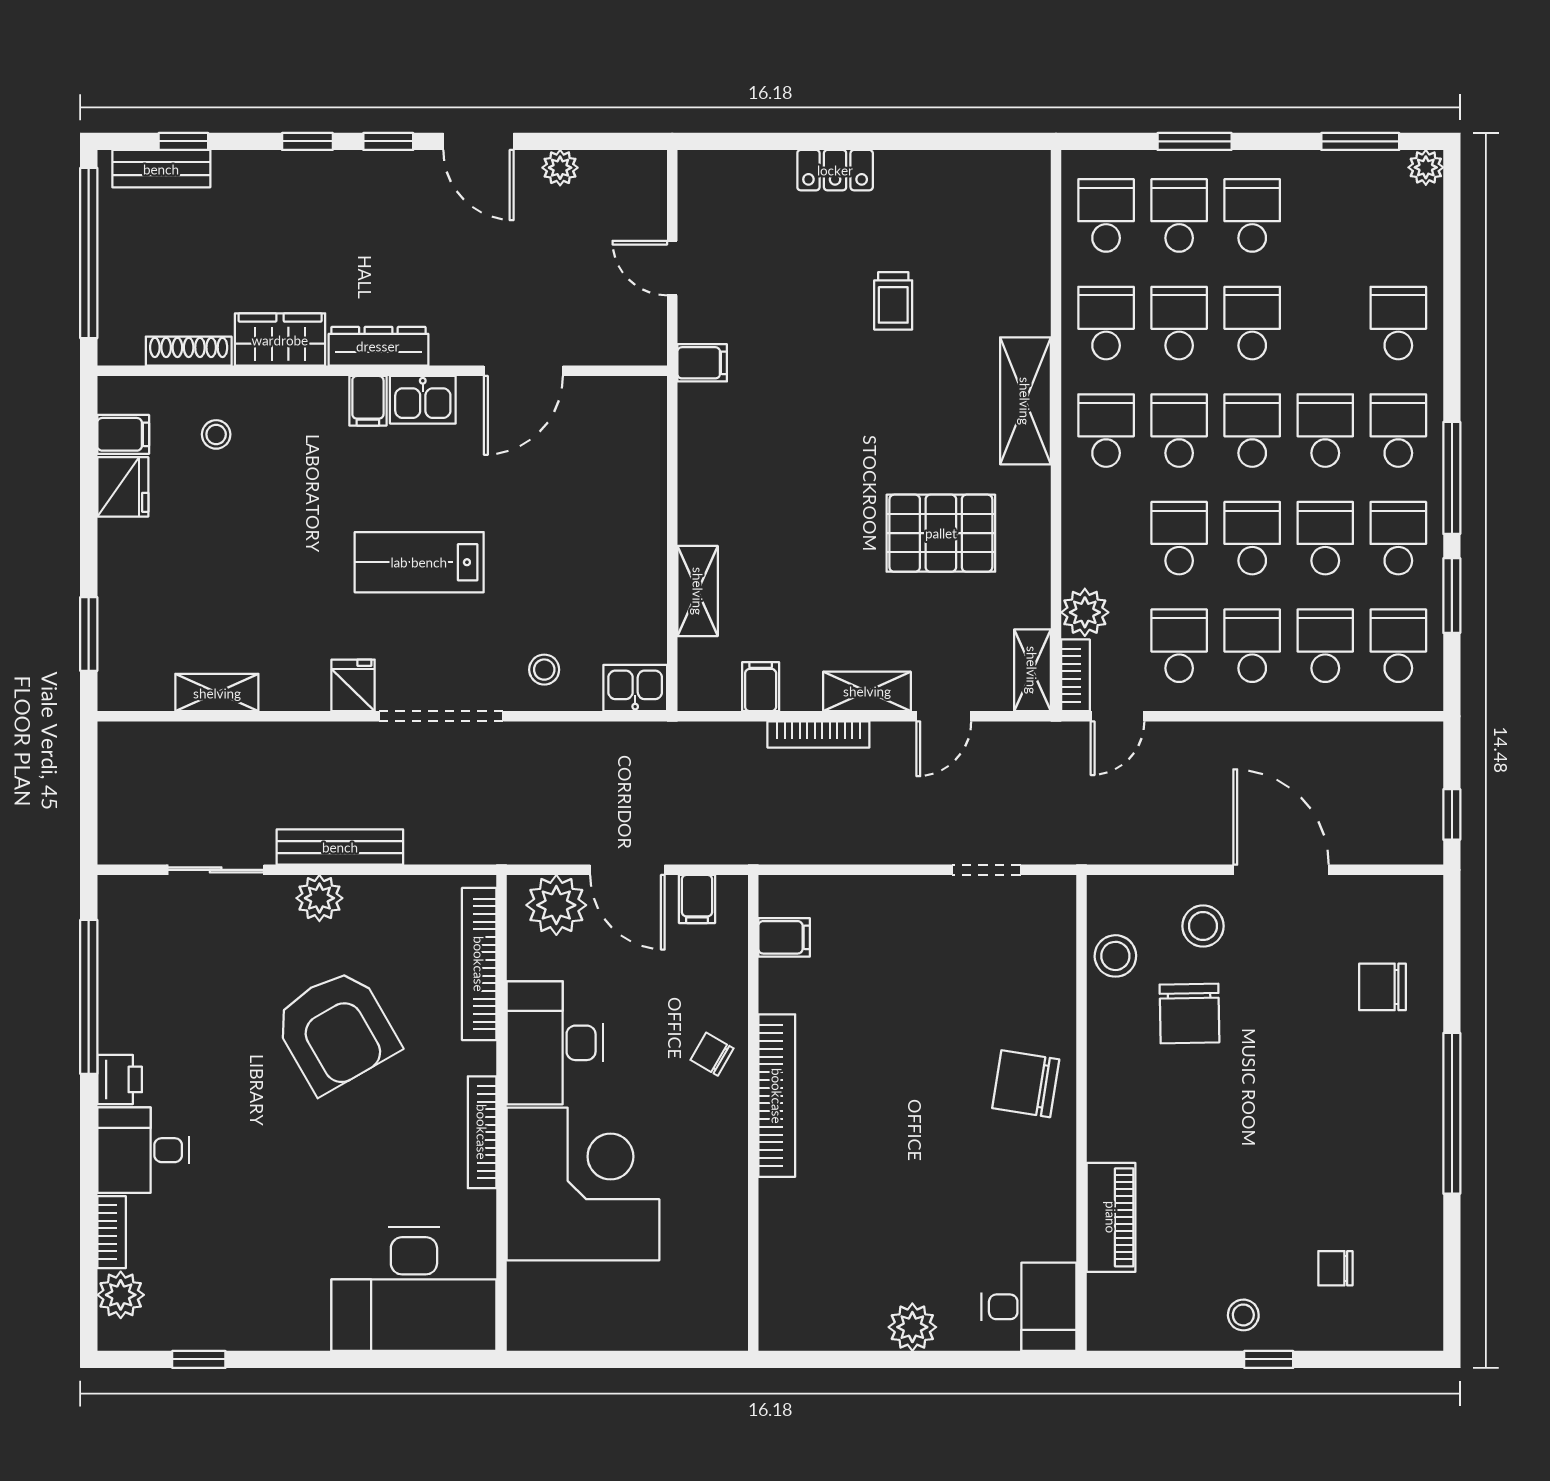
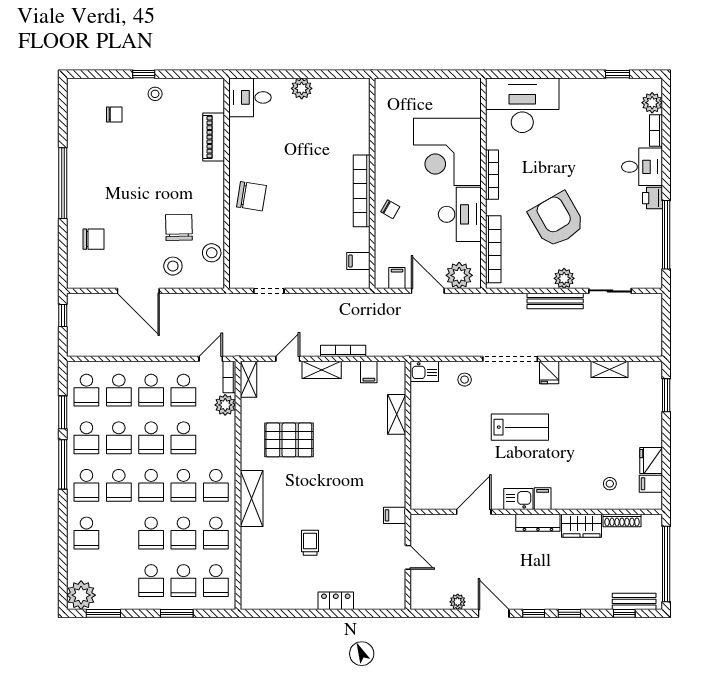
plant: (1426, 167) -> (81, 595), width x1.87, depth x1.87

